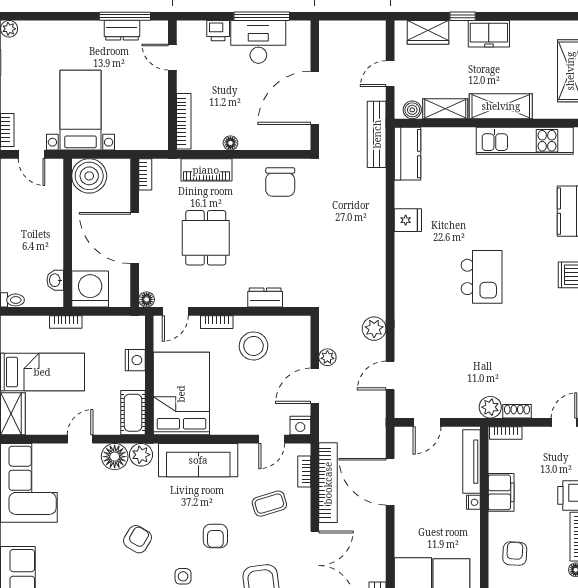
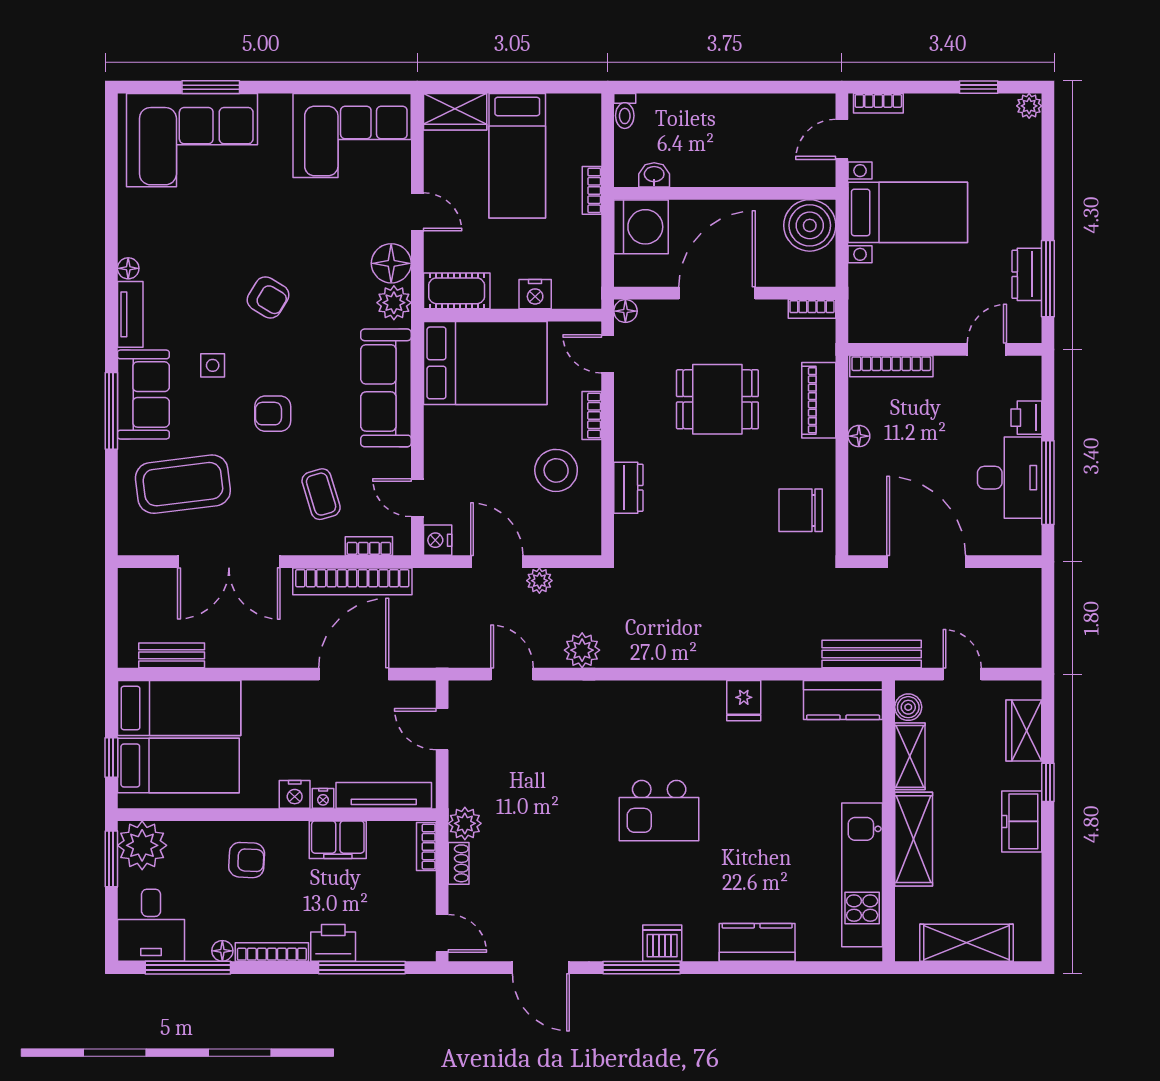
nightstand: (471, 521) -> (295, 794), added

